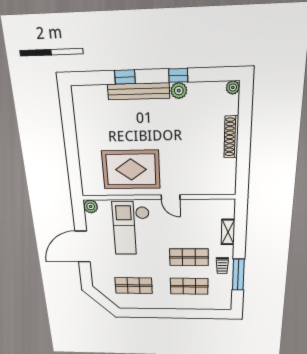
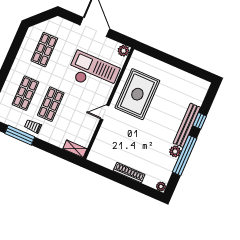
window: (178, 75) -> (185, 155), width x3.17
shelving: (228, 232) -> (75, 149), moved

